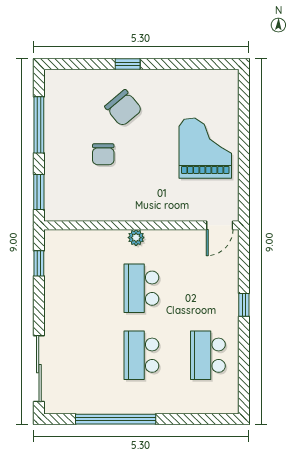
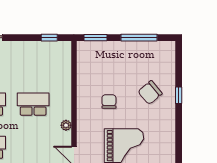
chair: (103, 154) -> (109, 102), moved, turned 90
plant: (136, 238) -> (66, 125), moved

